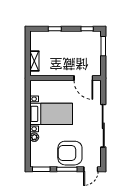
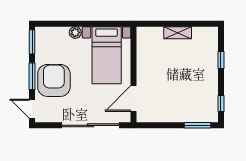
wall: (65, 78) -> (134, 74), moved
door: (83, 78) -> (134, 98), moved

